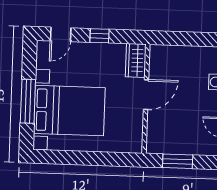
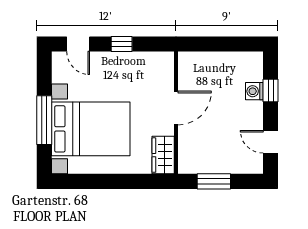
door: (61, 34) -> (78, 44), hinge flipped
wardrobe: (136, 60) -> (163, 155), moved

